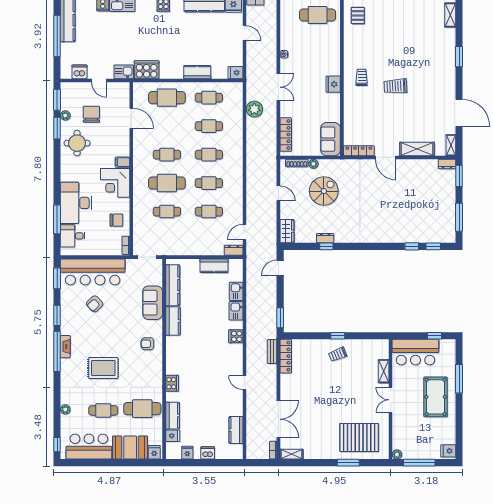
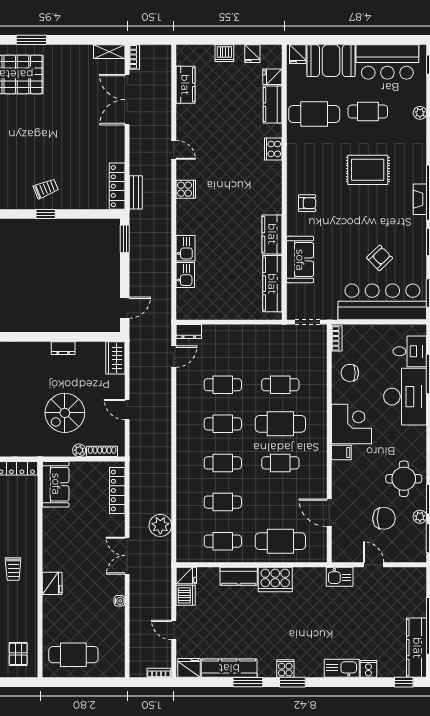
cooker: (147, 70) -> (275, 579), moved
dishwasher: (79, 72) -> (186, 595), moved, turned -90
fridge: (333, 84) -> (52, 583), moved
chair: (91, 114) -> (384, 518), turned -90
window: (326, 246) -> (61, 337), removed
kitchen counter: (214, 266) -> (216, 310), removed
cooker: (236, 336) -> (186, 189), moved

